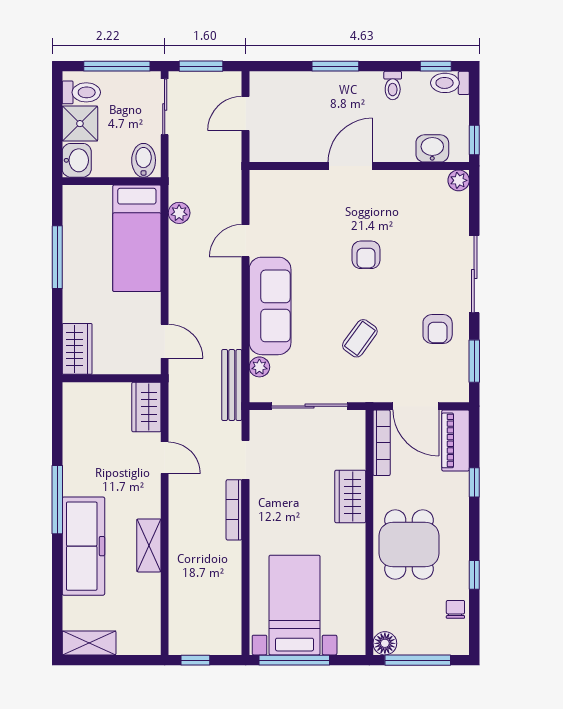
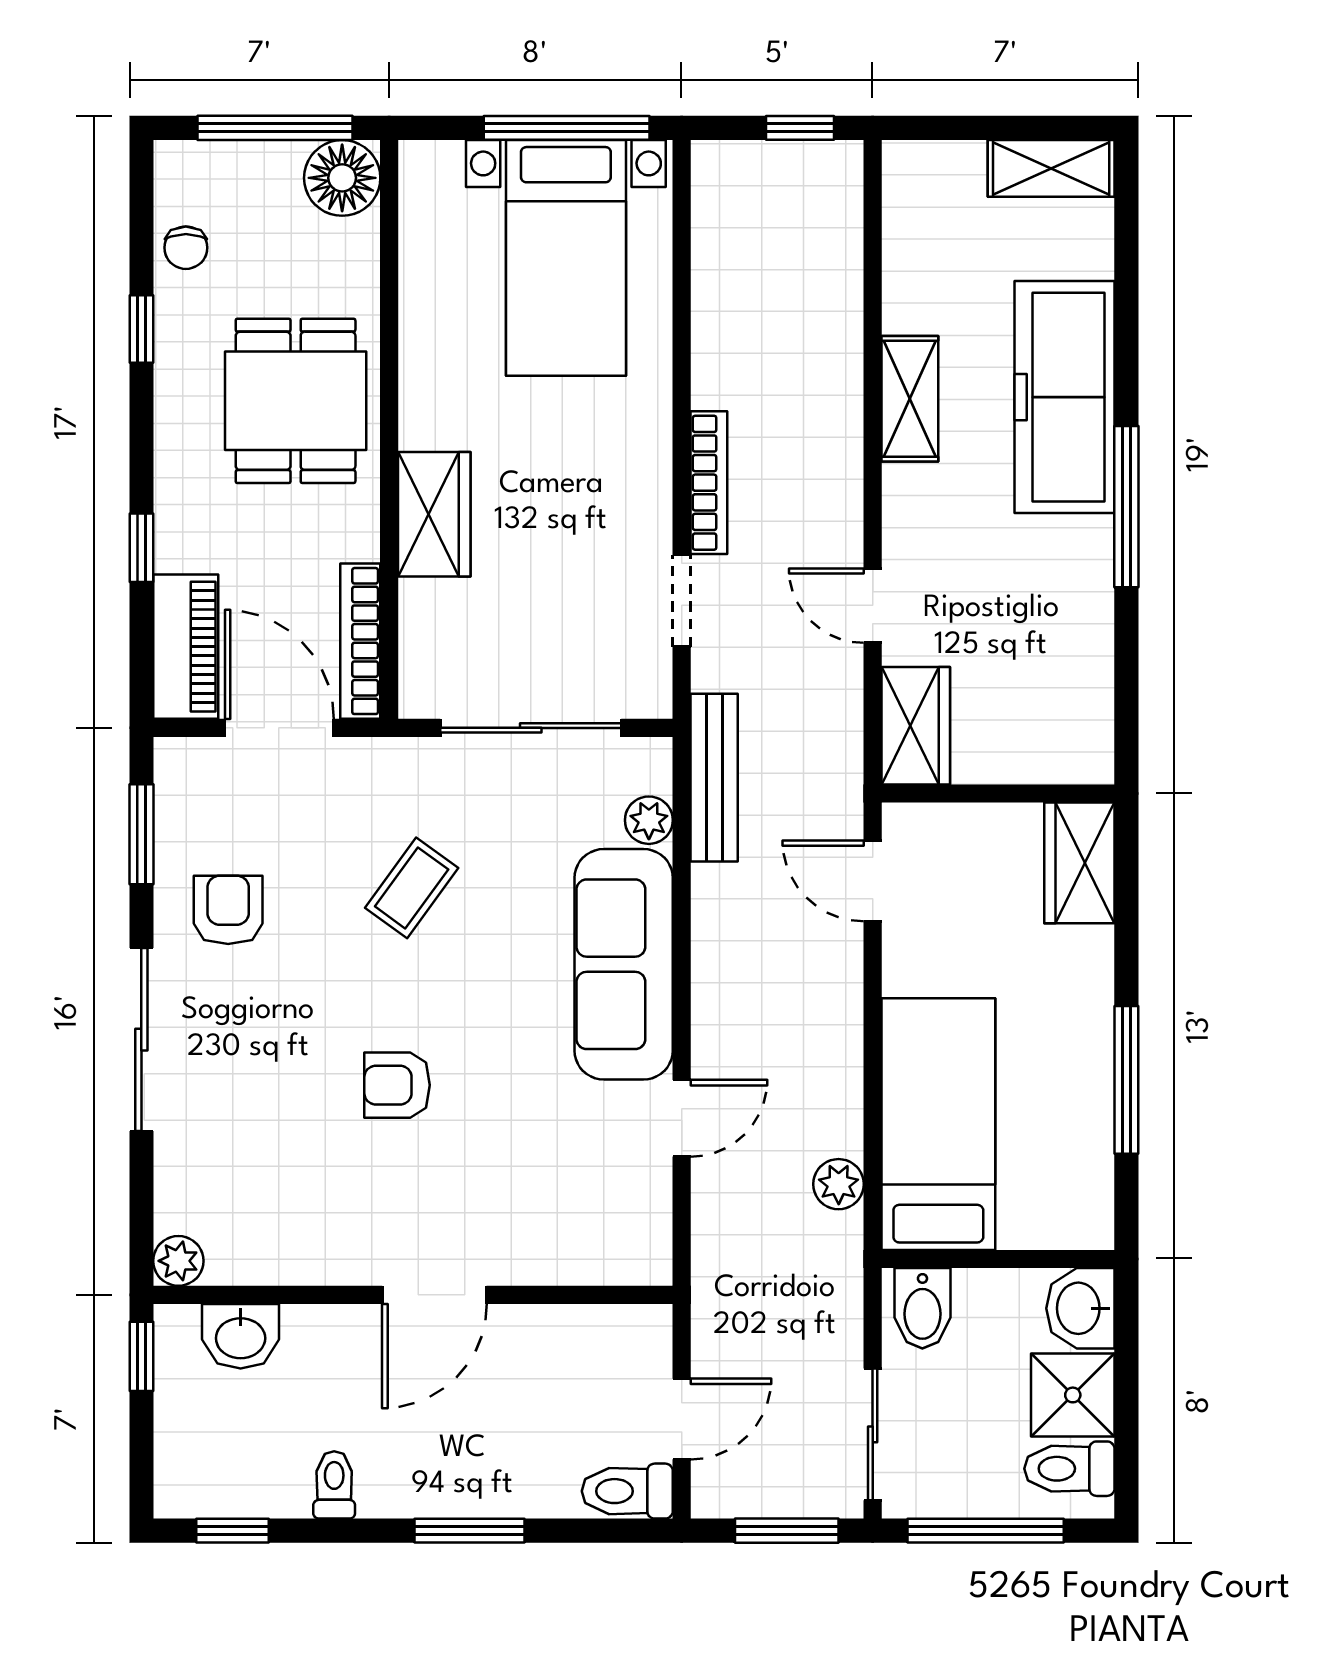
toilet: (450, 83) -> (627, 1491), moved, turned 180
armchair: (366, 255) -> (397, 1085), turned -90
floor lamp: (385, 643) -> (342, 178), width x1.38, depth x1.38

